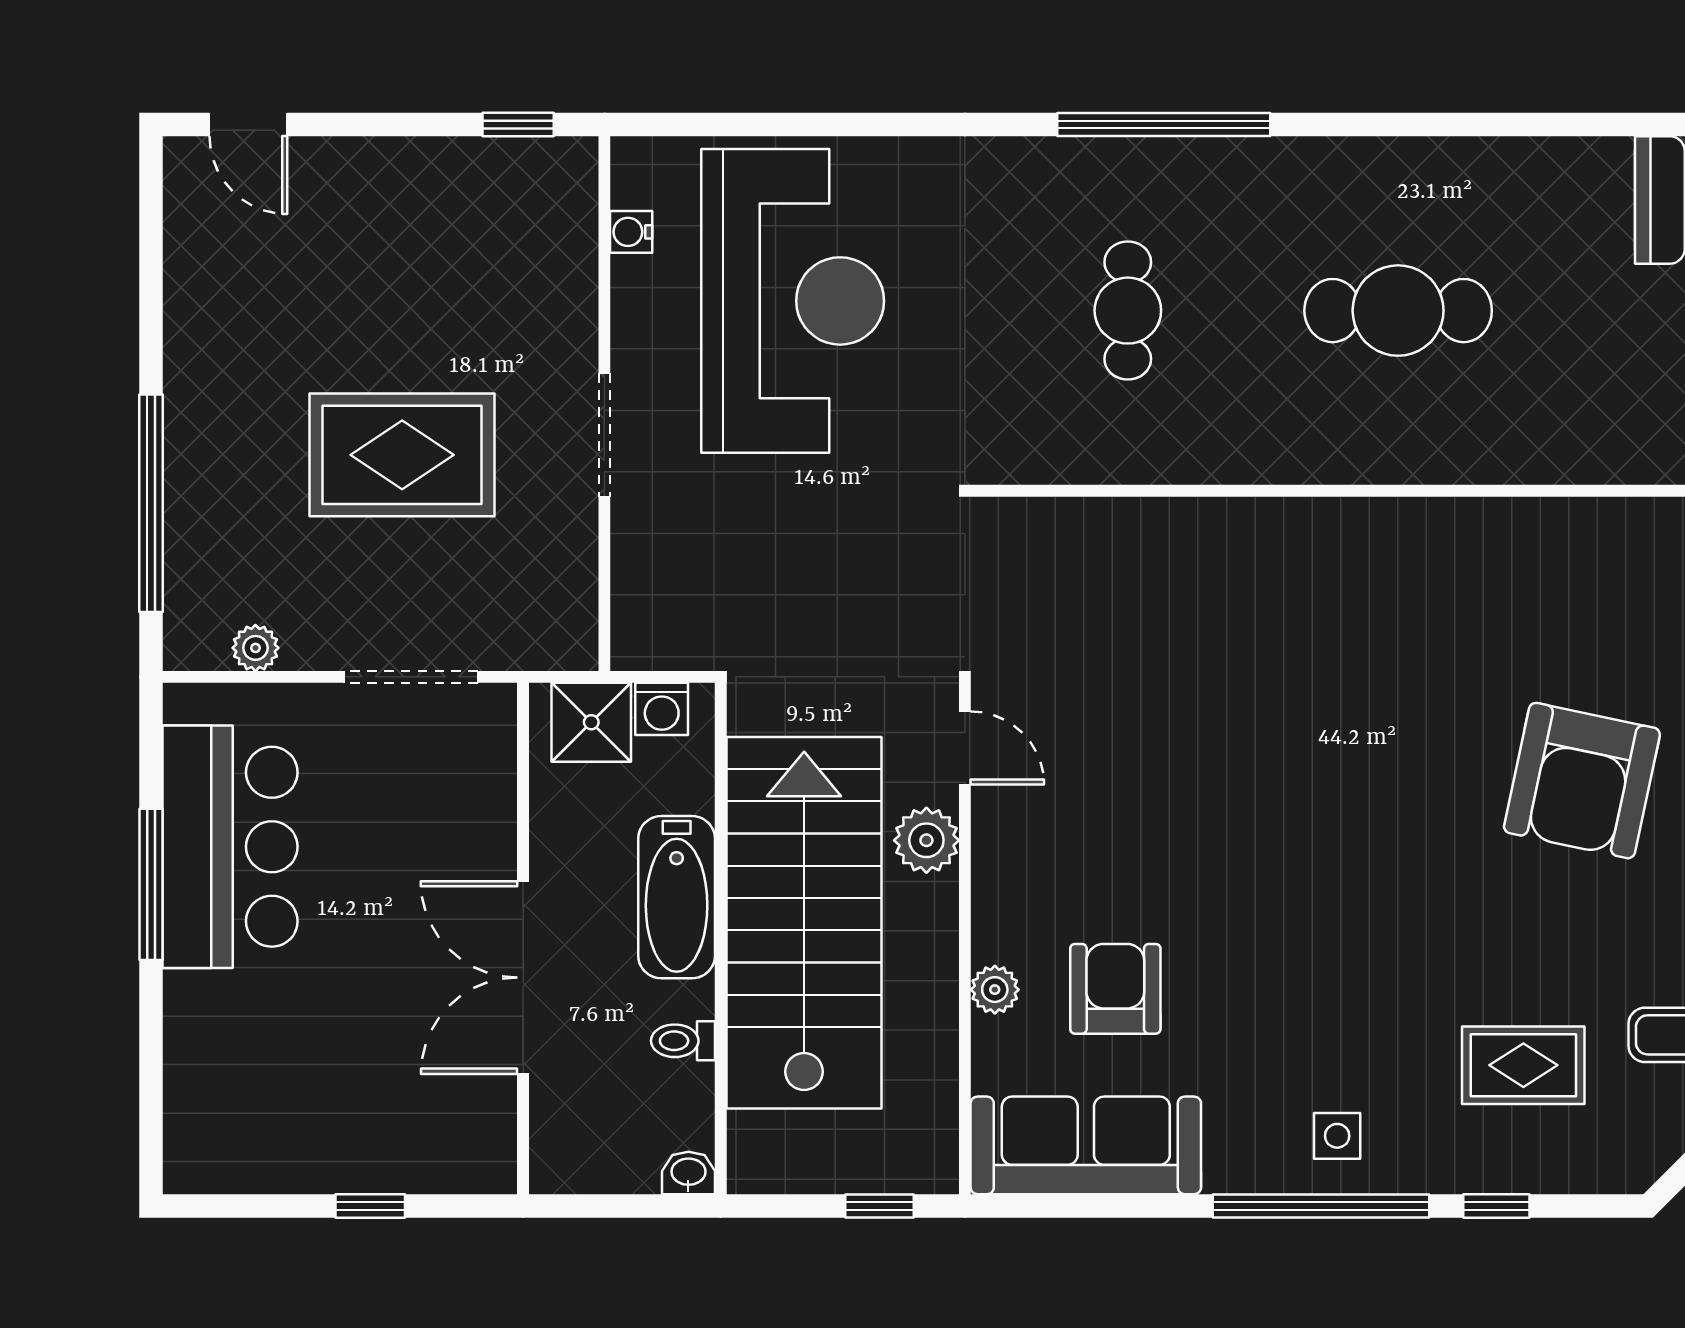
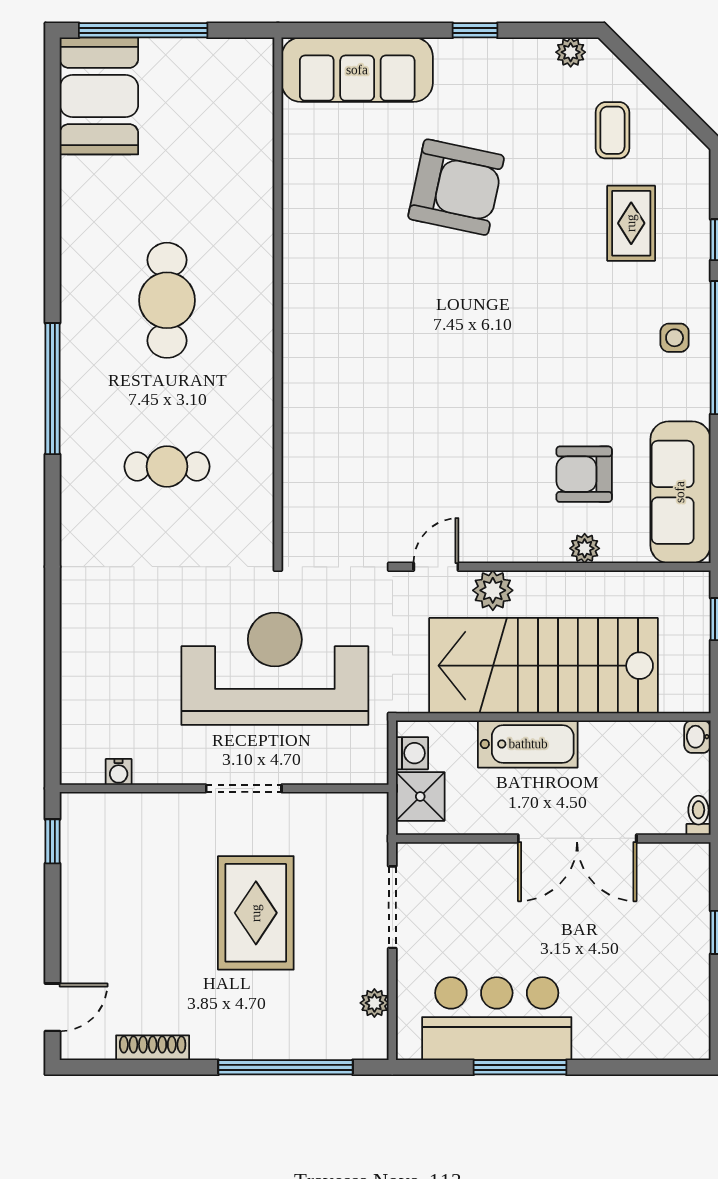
window: (1164, 124) -> (53, 389), moved
shoe rack: (183, 287) -> (153, 1048), added
reception desk: (793, 301) -> (275, 669), moved
toilet: (683, 1041) -> (698, 815), moved, turned 180

